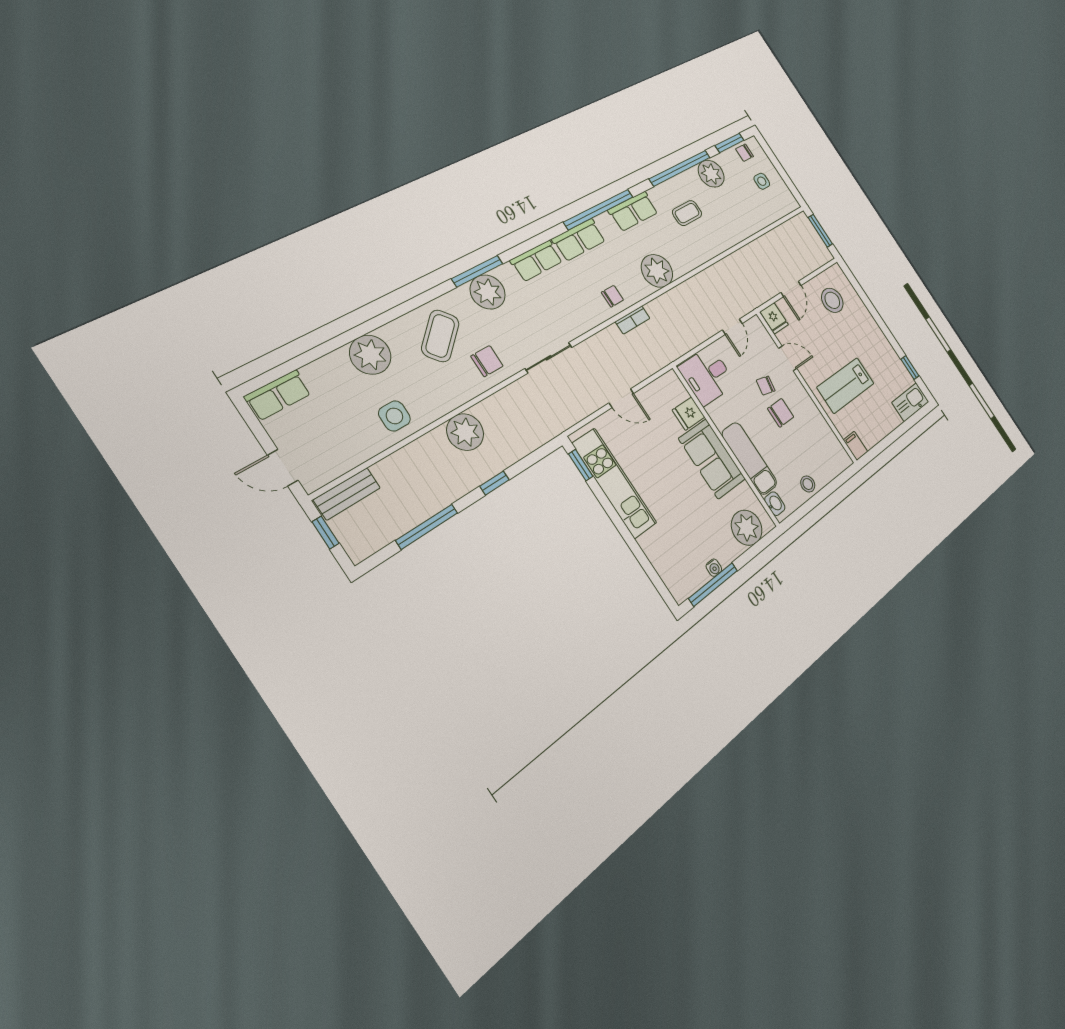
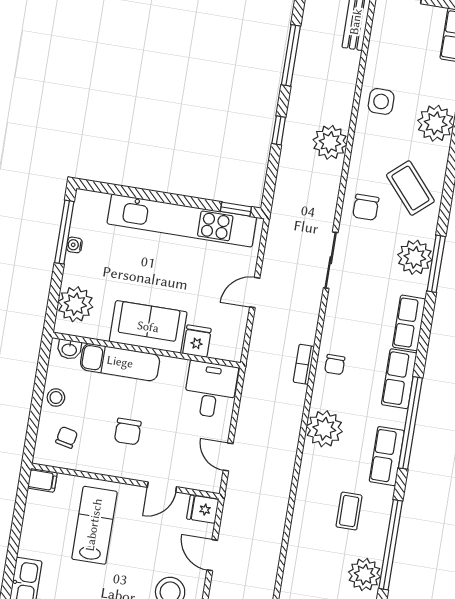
chair: (766, 386) -> (67, 437), moved
kitchen unit: (614, 483) -> (182, 220), width x1.36

